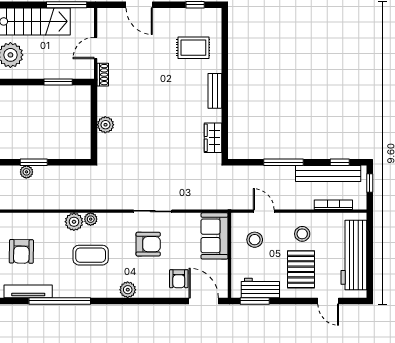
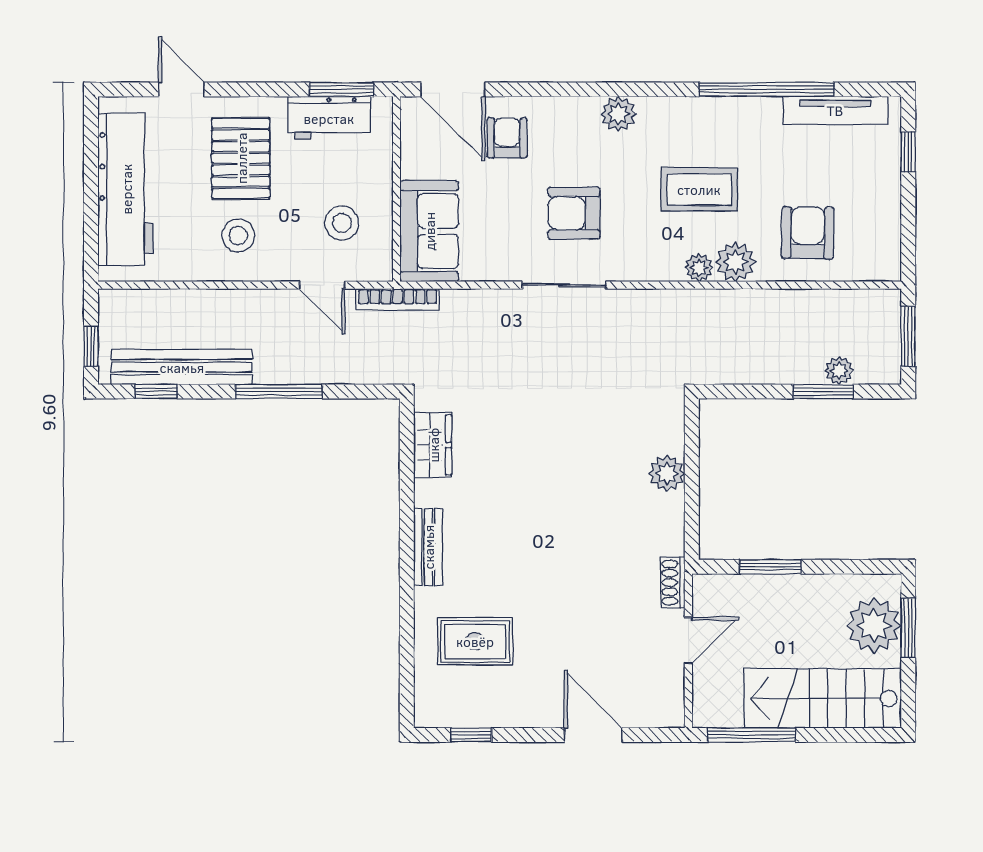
bookcase: (333, 205) -> (398, 299), moved
armchair: (21, 251) -> (808, 233), moved

